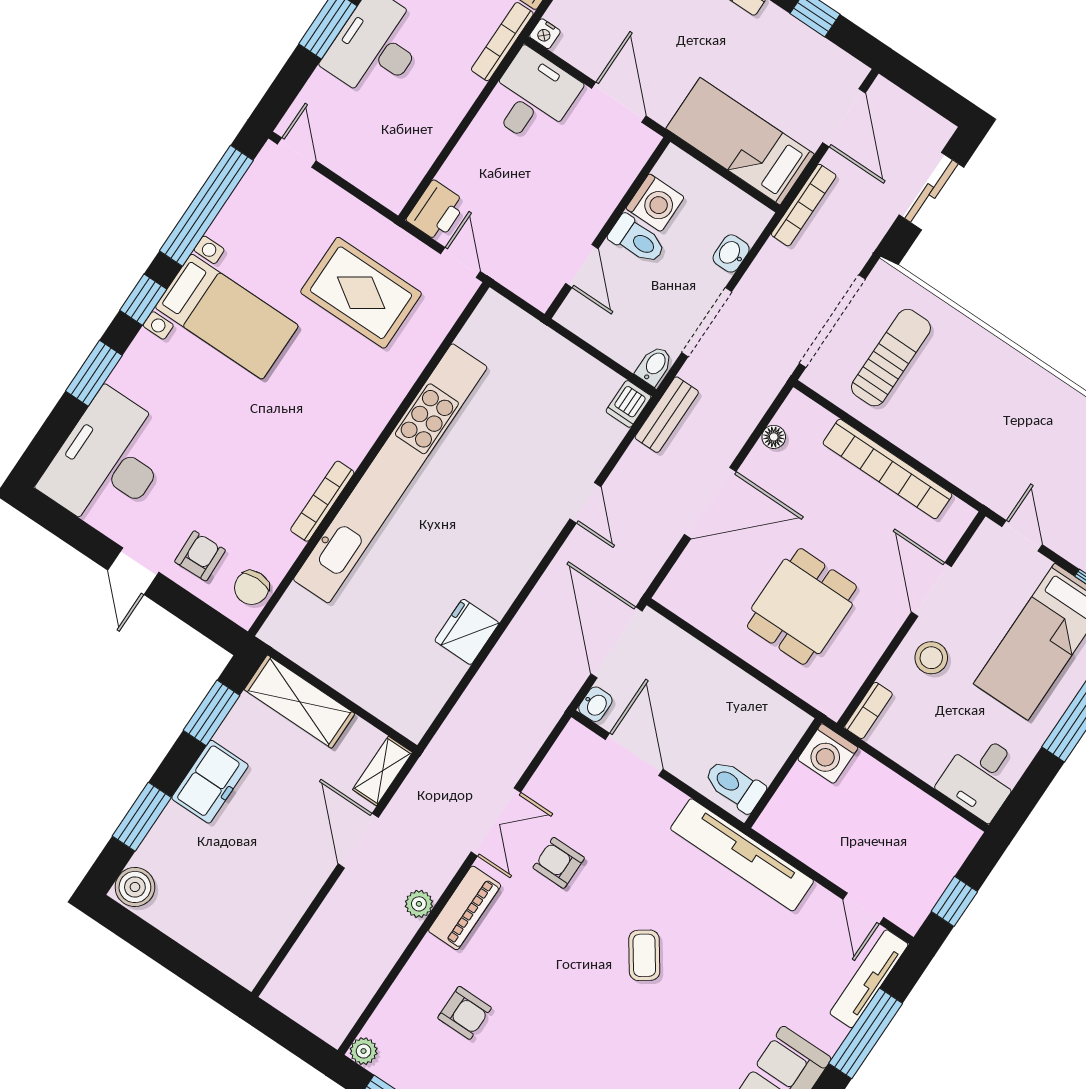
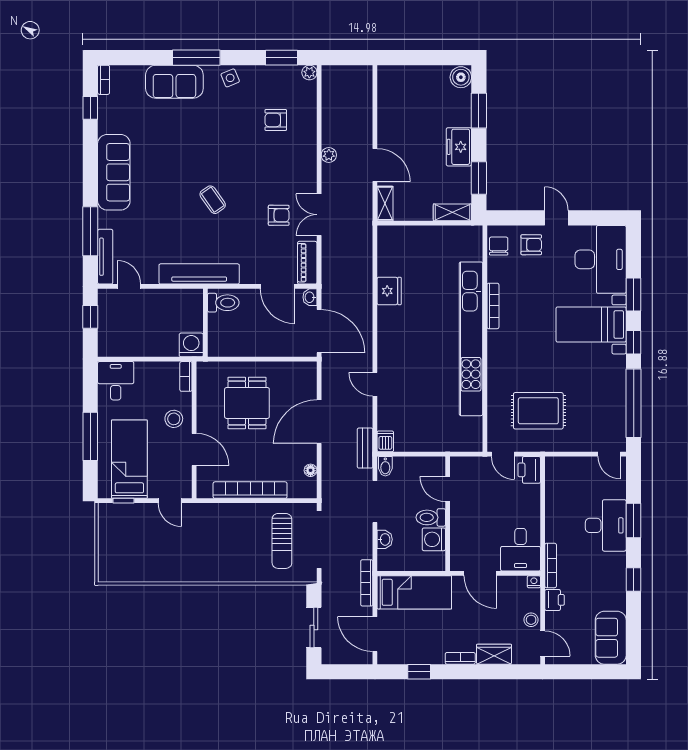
bed with nightstands: (227, 317) -> (591, 325), moved
armchair: (200, 556) -> (531, 245), turned -88
shelving: (299, 702) -> (452, 212), width x0.67, depth x0.75
piano: (465, 908) -> (307, 263), moved

